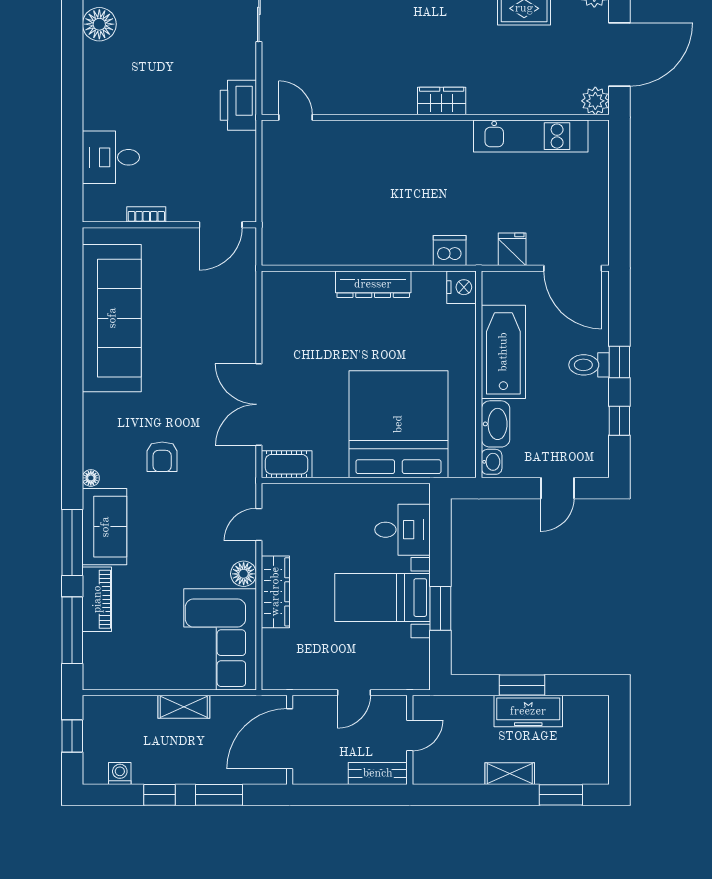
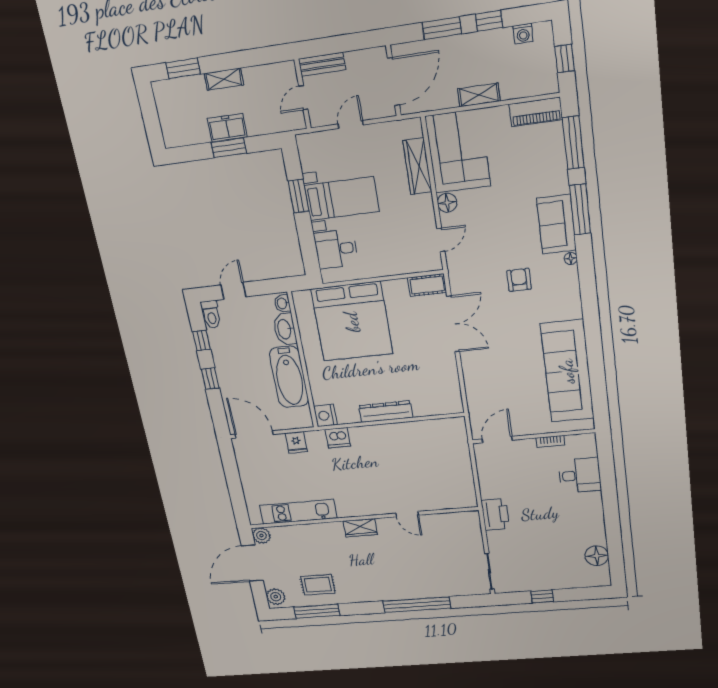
door: (296, 117) -> (407, 514), moved
toilet: (589, 365) -> (211, 314), moved, turned 90
wardrobe: (275, 592) -> (417, 166), moved
piano: (97, 599) -> (536, 112), moved, turned -90
freezer: (528, 711) -> (227, 128), width x0.71

